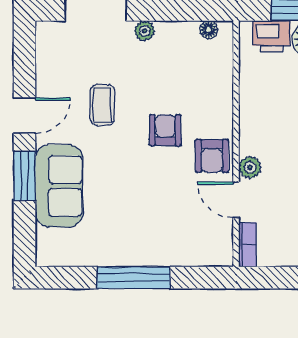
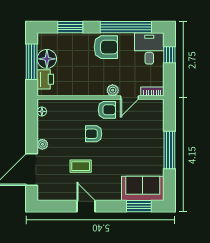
window: (24, 176) -> (139, 206), moved
sofa: (59, 186) -> (143, 188), moved

